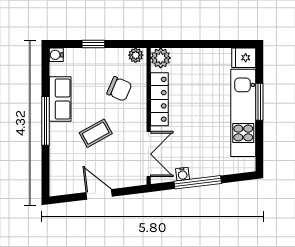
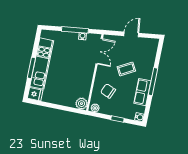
locker: (159, 99) -> (87, 81), removed
double door: (149, 154) -> (99, 51), swing flipped
door: (99, 194) -> (131, 34), swing flipped

